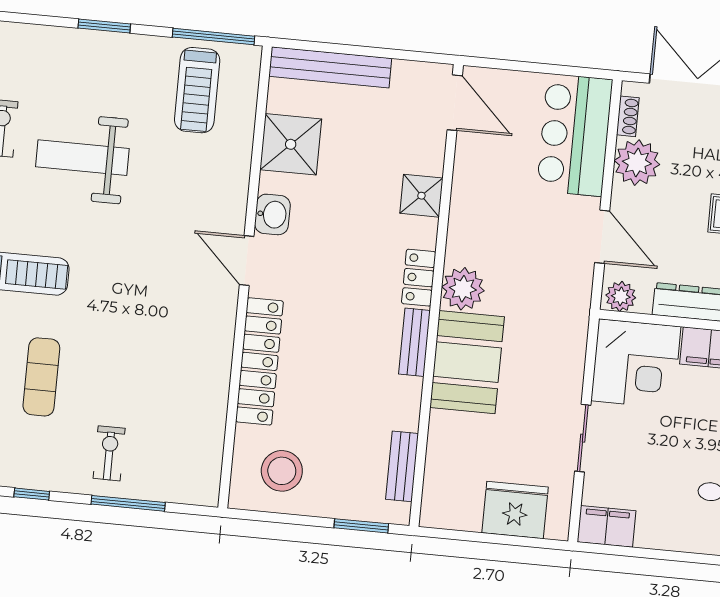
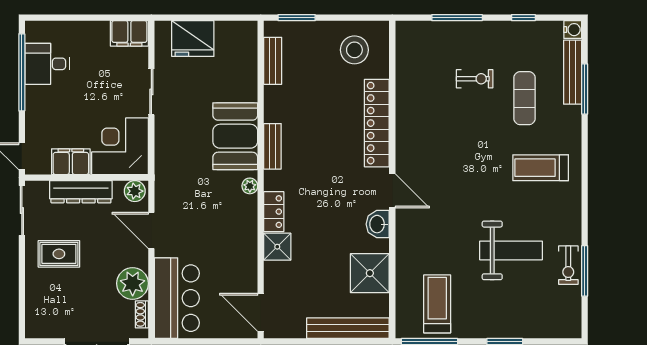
locker: (419, 278) -> (274, 212), moved
plant: (463, 289) -> (250, 186), width x0.53, depth x0.53
exercise bike: (109, 453) -> (475, 79), moved, turned -90

